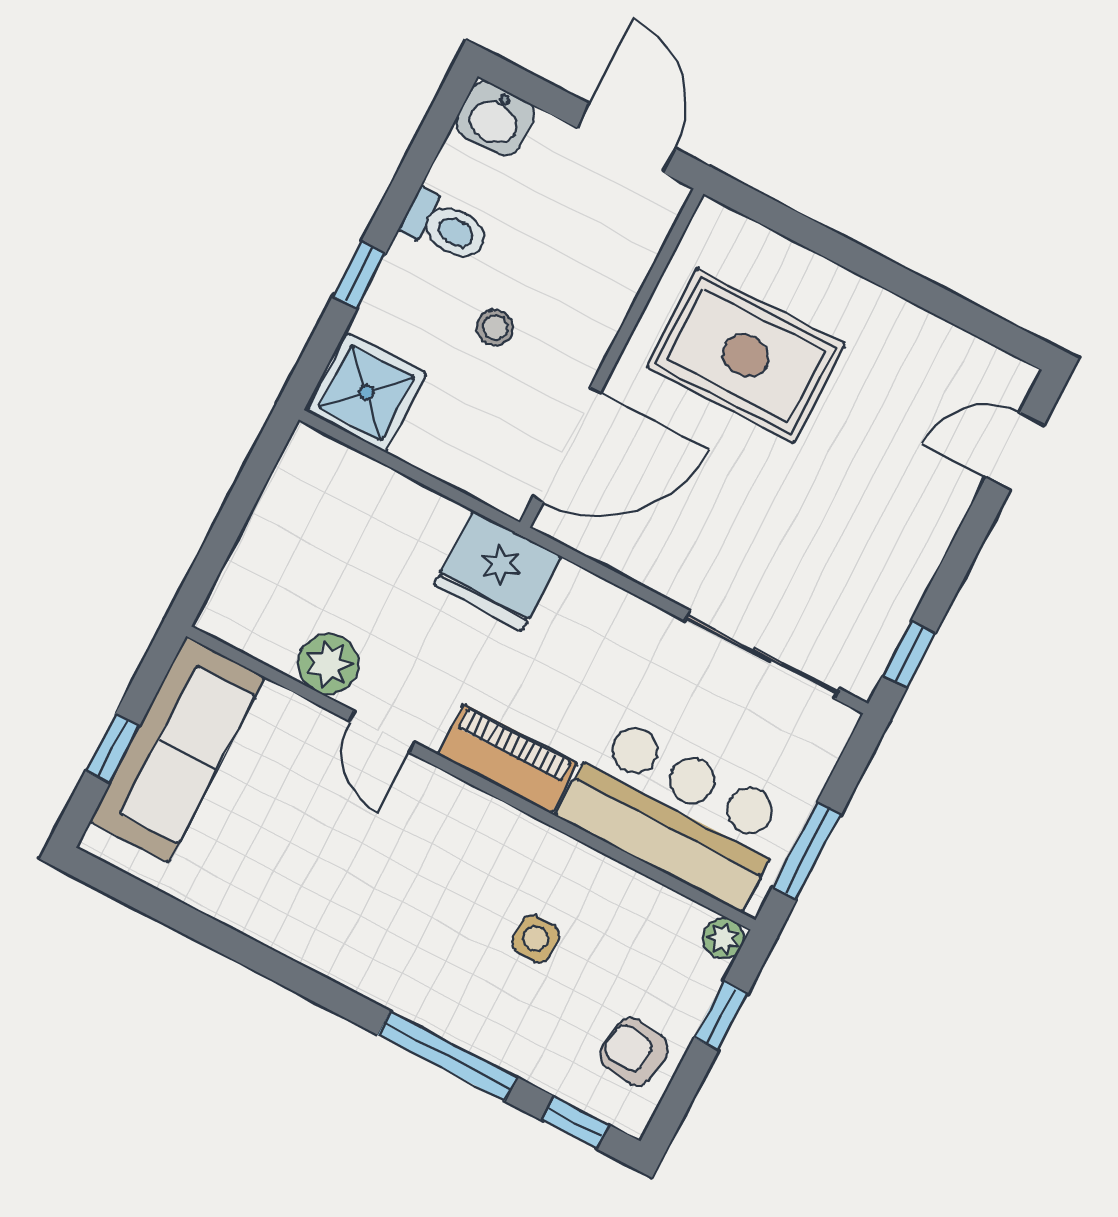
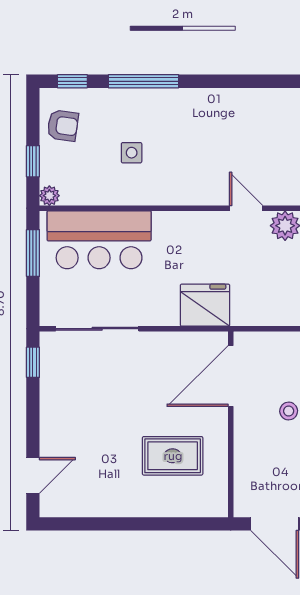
rug: (746, 356) -> (173, 456), width x0.73, depth x0.70
fridge: (498, 571) -> (205, 305), moved
piano: (508, 759) -> (185, 225), removed

